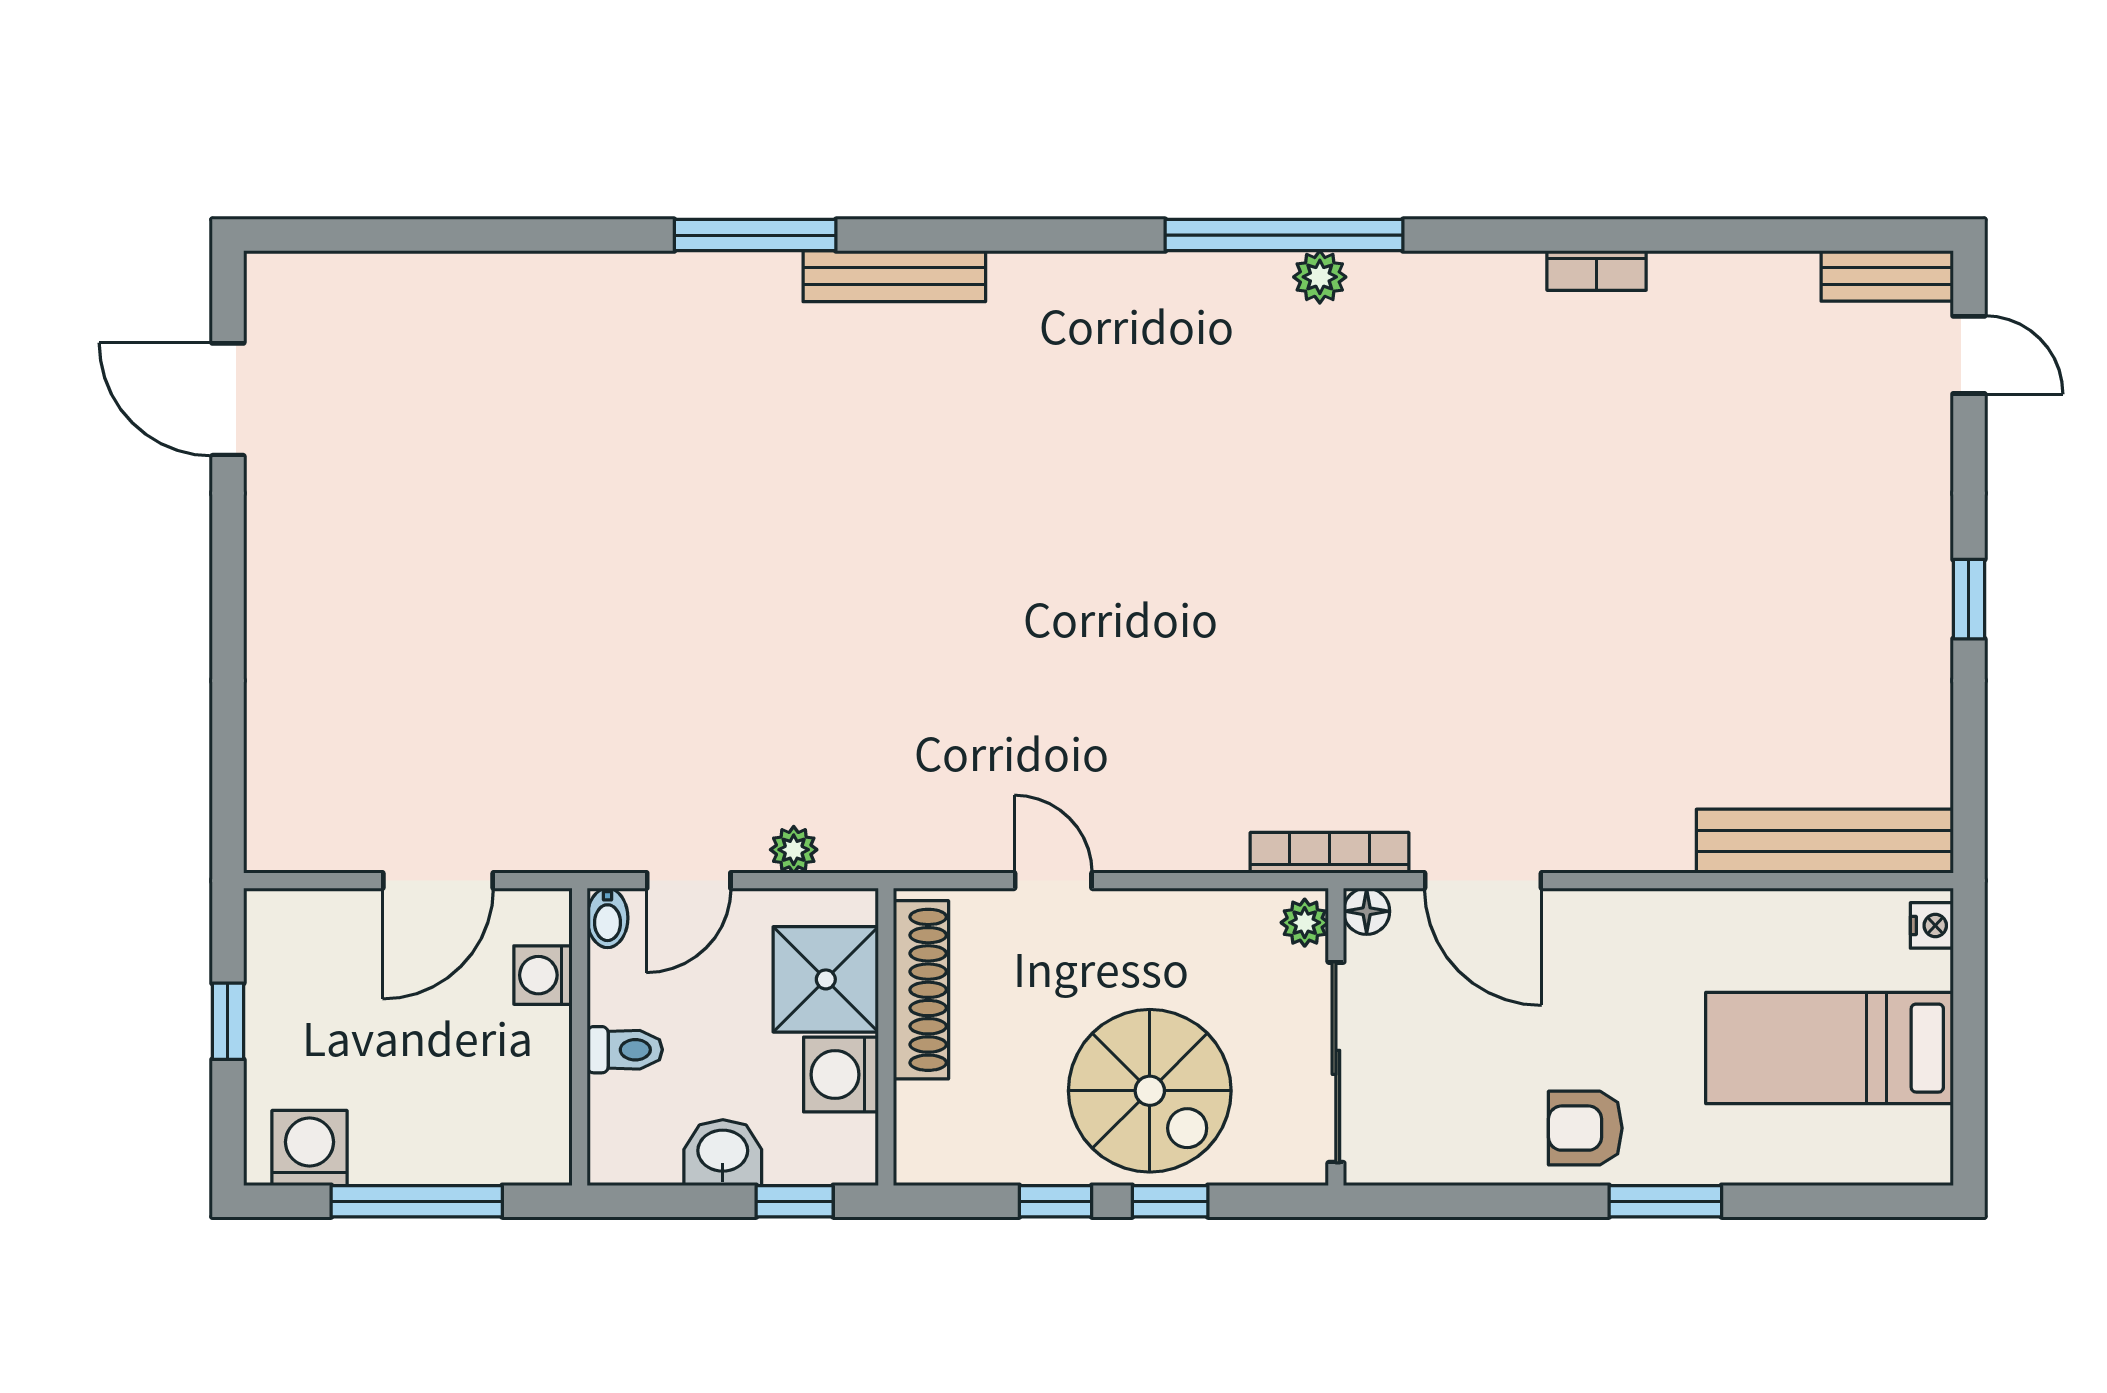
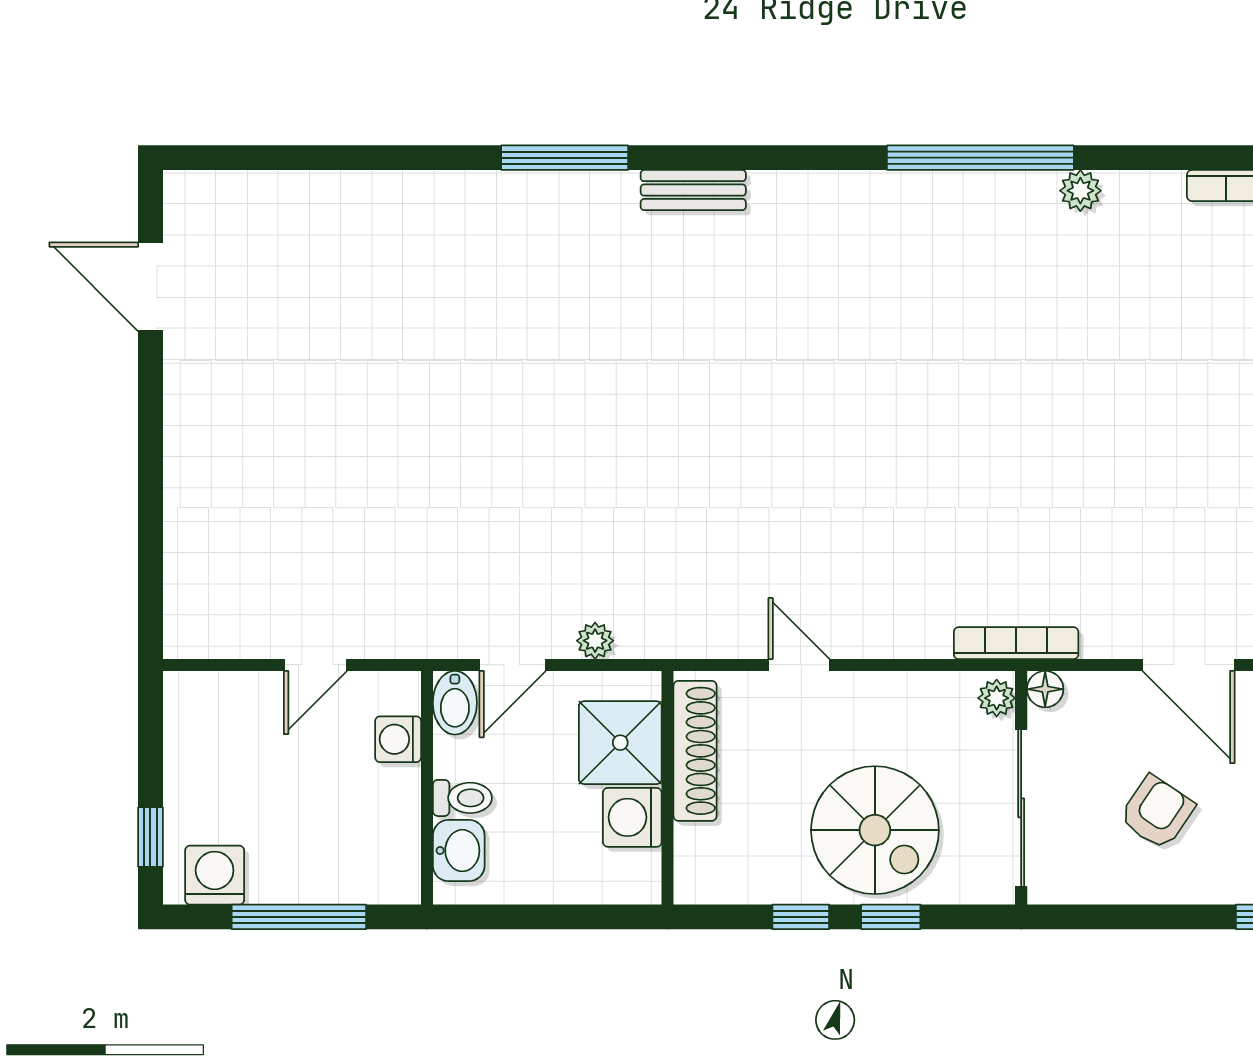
bench: (894, 276) -> (693, 190), width x0.73
plant: (1320, 277) -> (1080, 191), moved
door: (438, 881) -> (316, 665), width x0.73
door: (1483, 881) -> (1188, 665), moved
bidet: (608, 918) -> (455, 703), width x1.38, depth x1.36
window: (228, 1021) -> (150, 837), moved
armchair: (1585, 1128) -> (1157, 812), moved, turned 124
washbasin: (723, 1153) -> (459, 851), moved, turned 90
window: (795, 1201) -> (596, 917), removed

